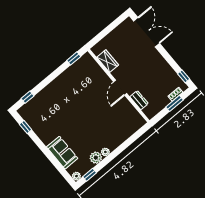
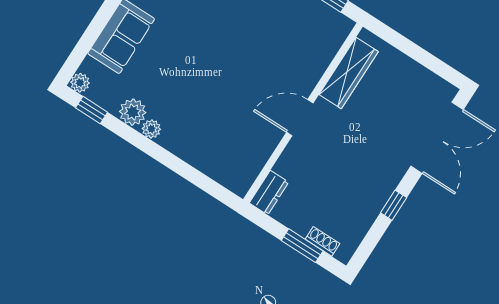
wardrobe: (108, 61) -> (349, 73), width x1.50
window: (184, 76) -> (394, 205), moved
dresser: (139, 100) -> (269, 193), moved

